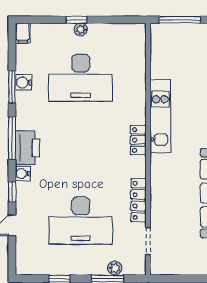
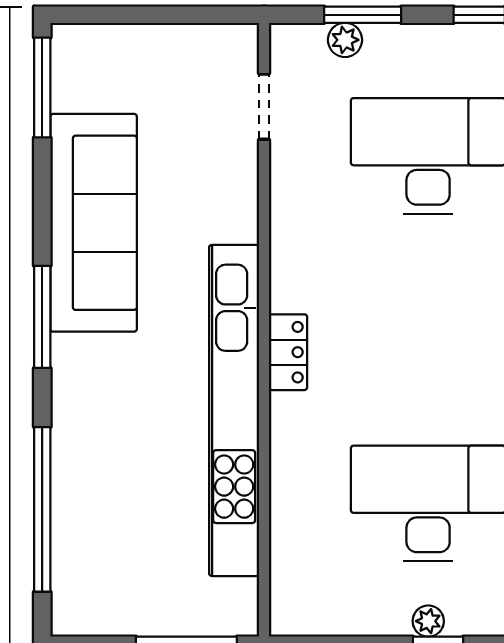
kitchen unit: (160, 116) -> (234, 410), width x1.86
locker: (138, 200) -> (287, 205), removed

